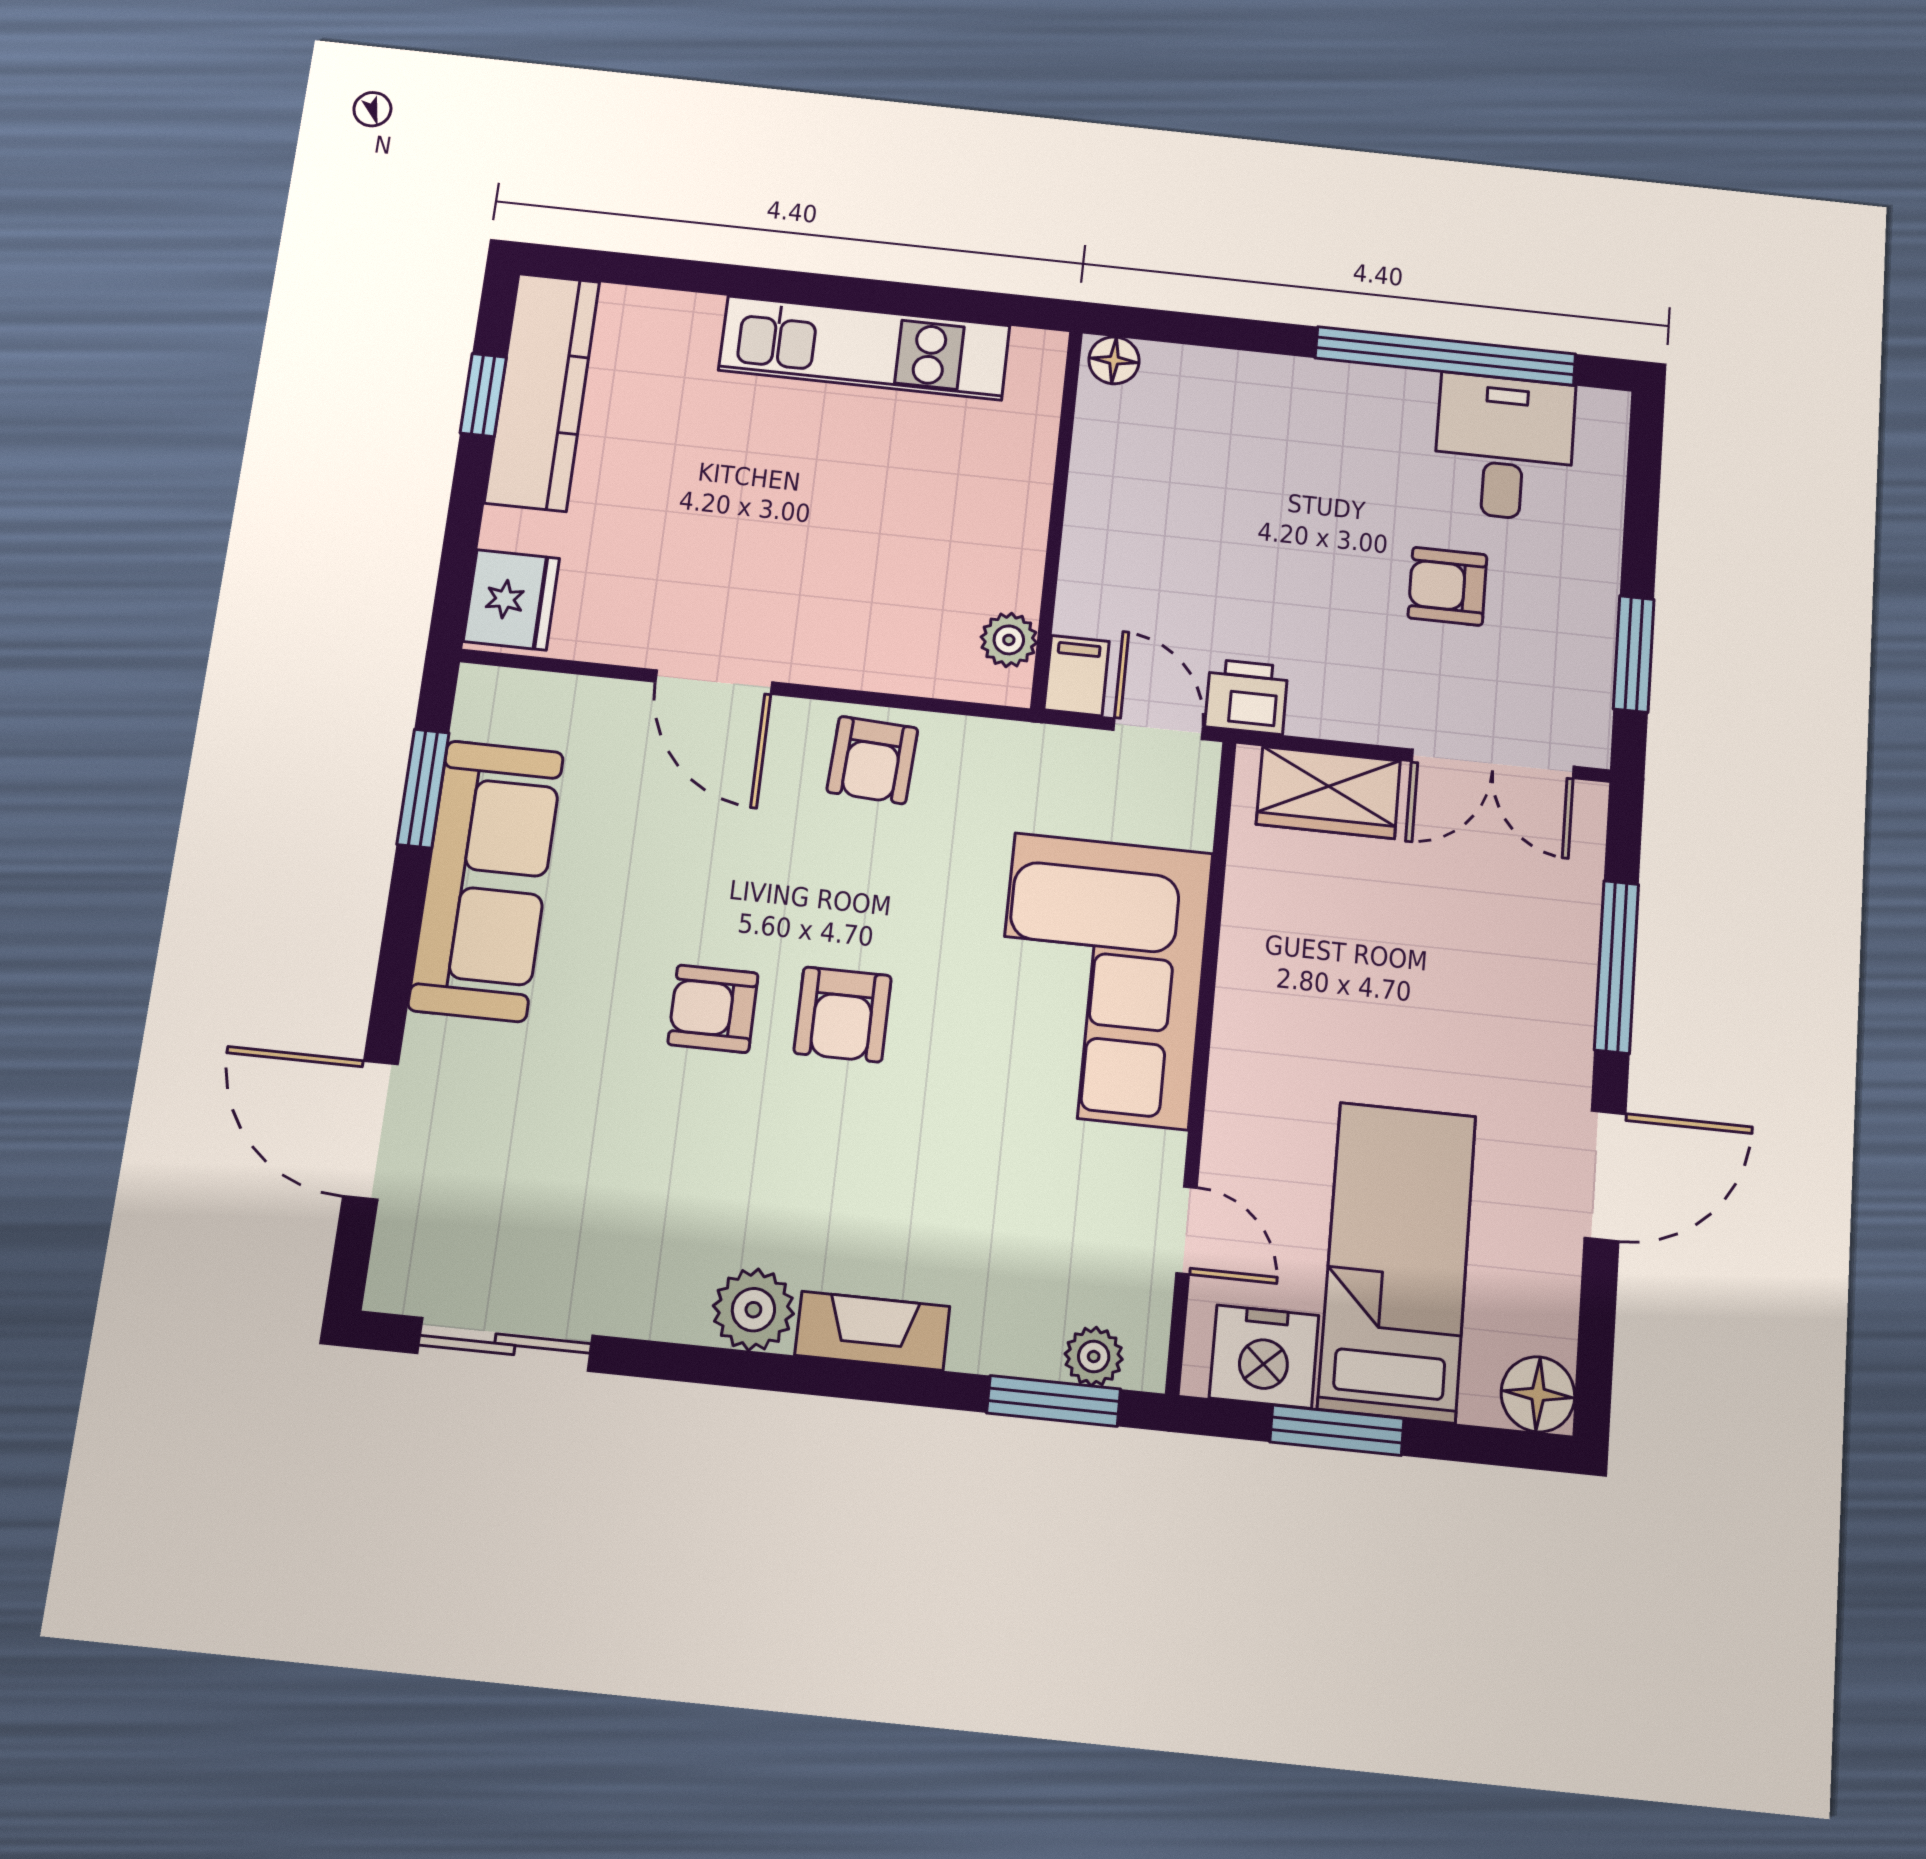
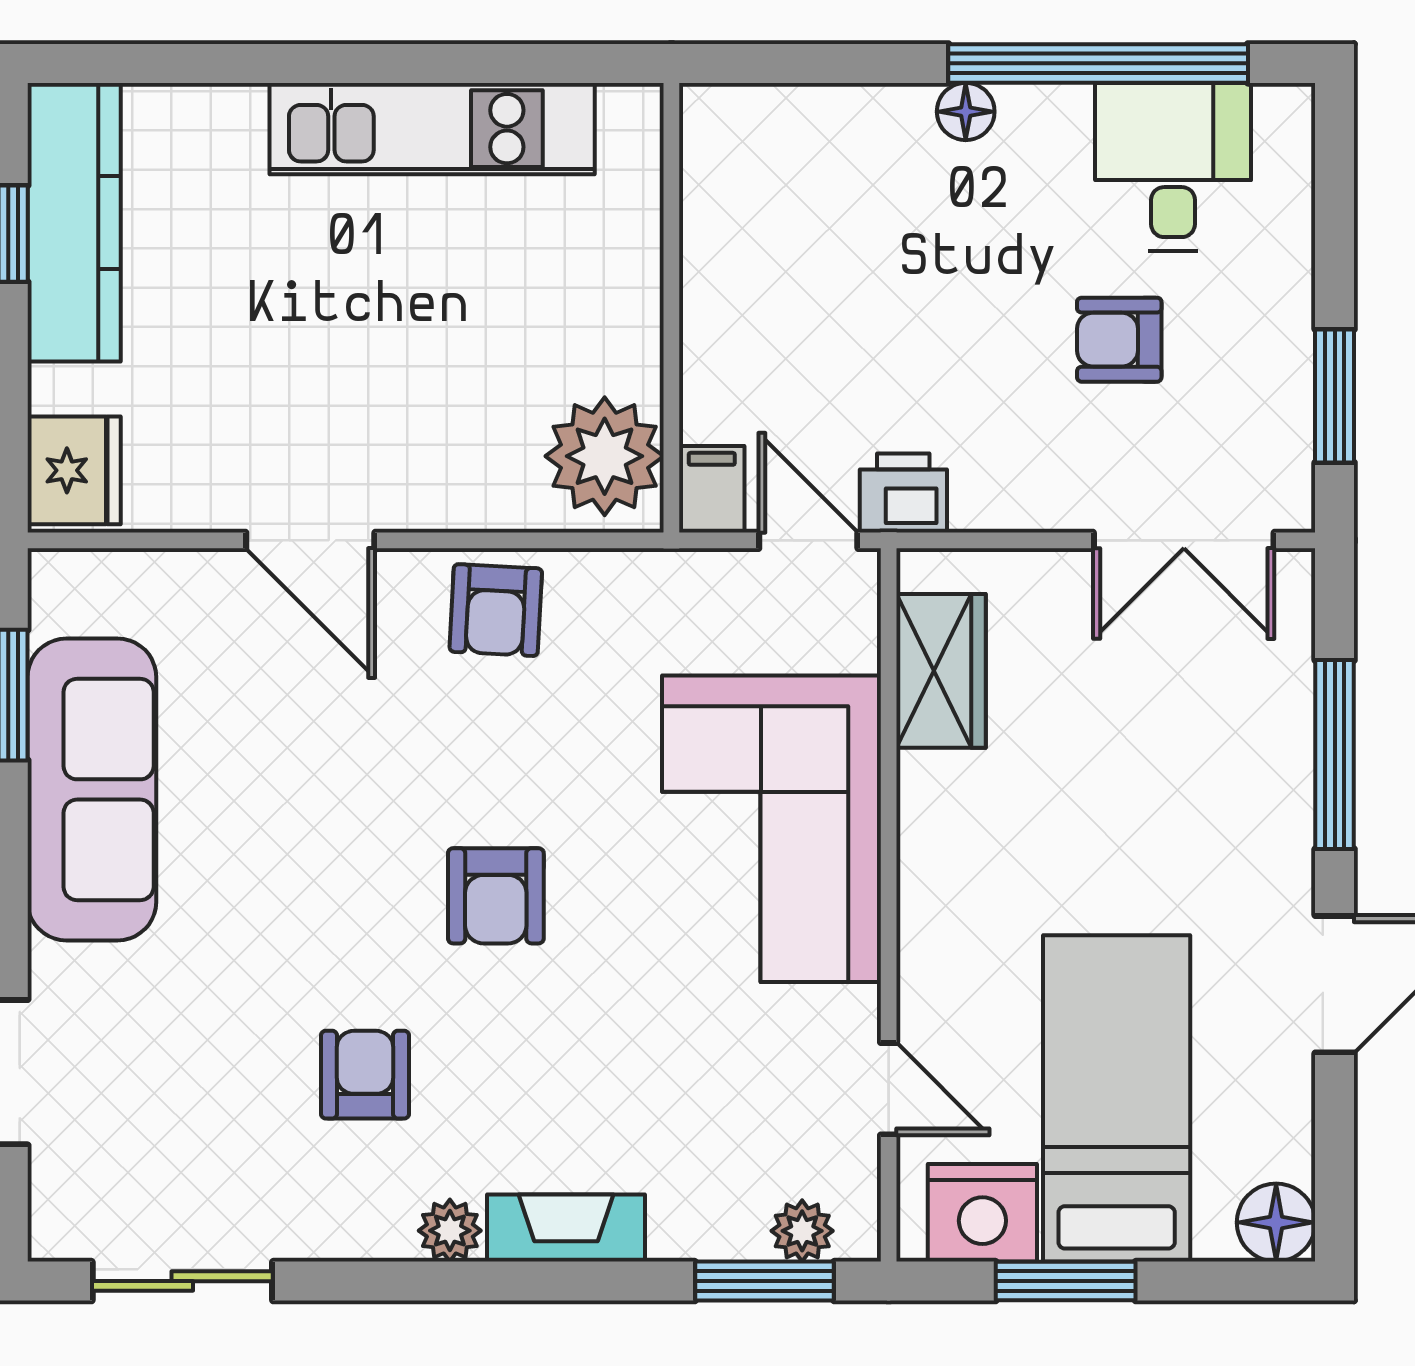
floor lamp: (1114, 360) -> (966, 112), moved
plant: (1009, 640) -> (605, 456), width x1.88, depth x1.88
wardrobe: (1328, 793) -> (941, 671), moved, turned -90
armchair: (713, 1009) -> (365, 1075), moved, turned 90
plant: (753, 1310) -> (450, 1231), width x0.73, depth x0.73

